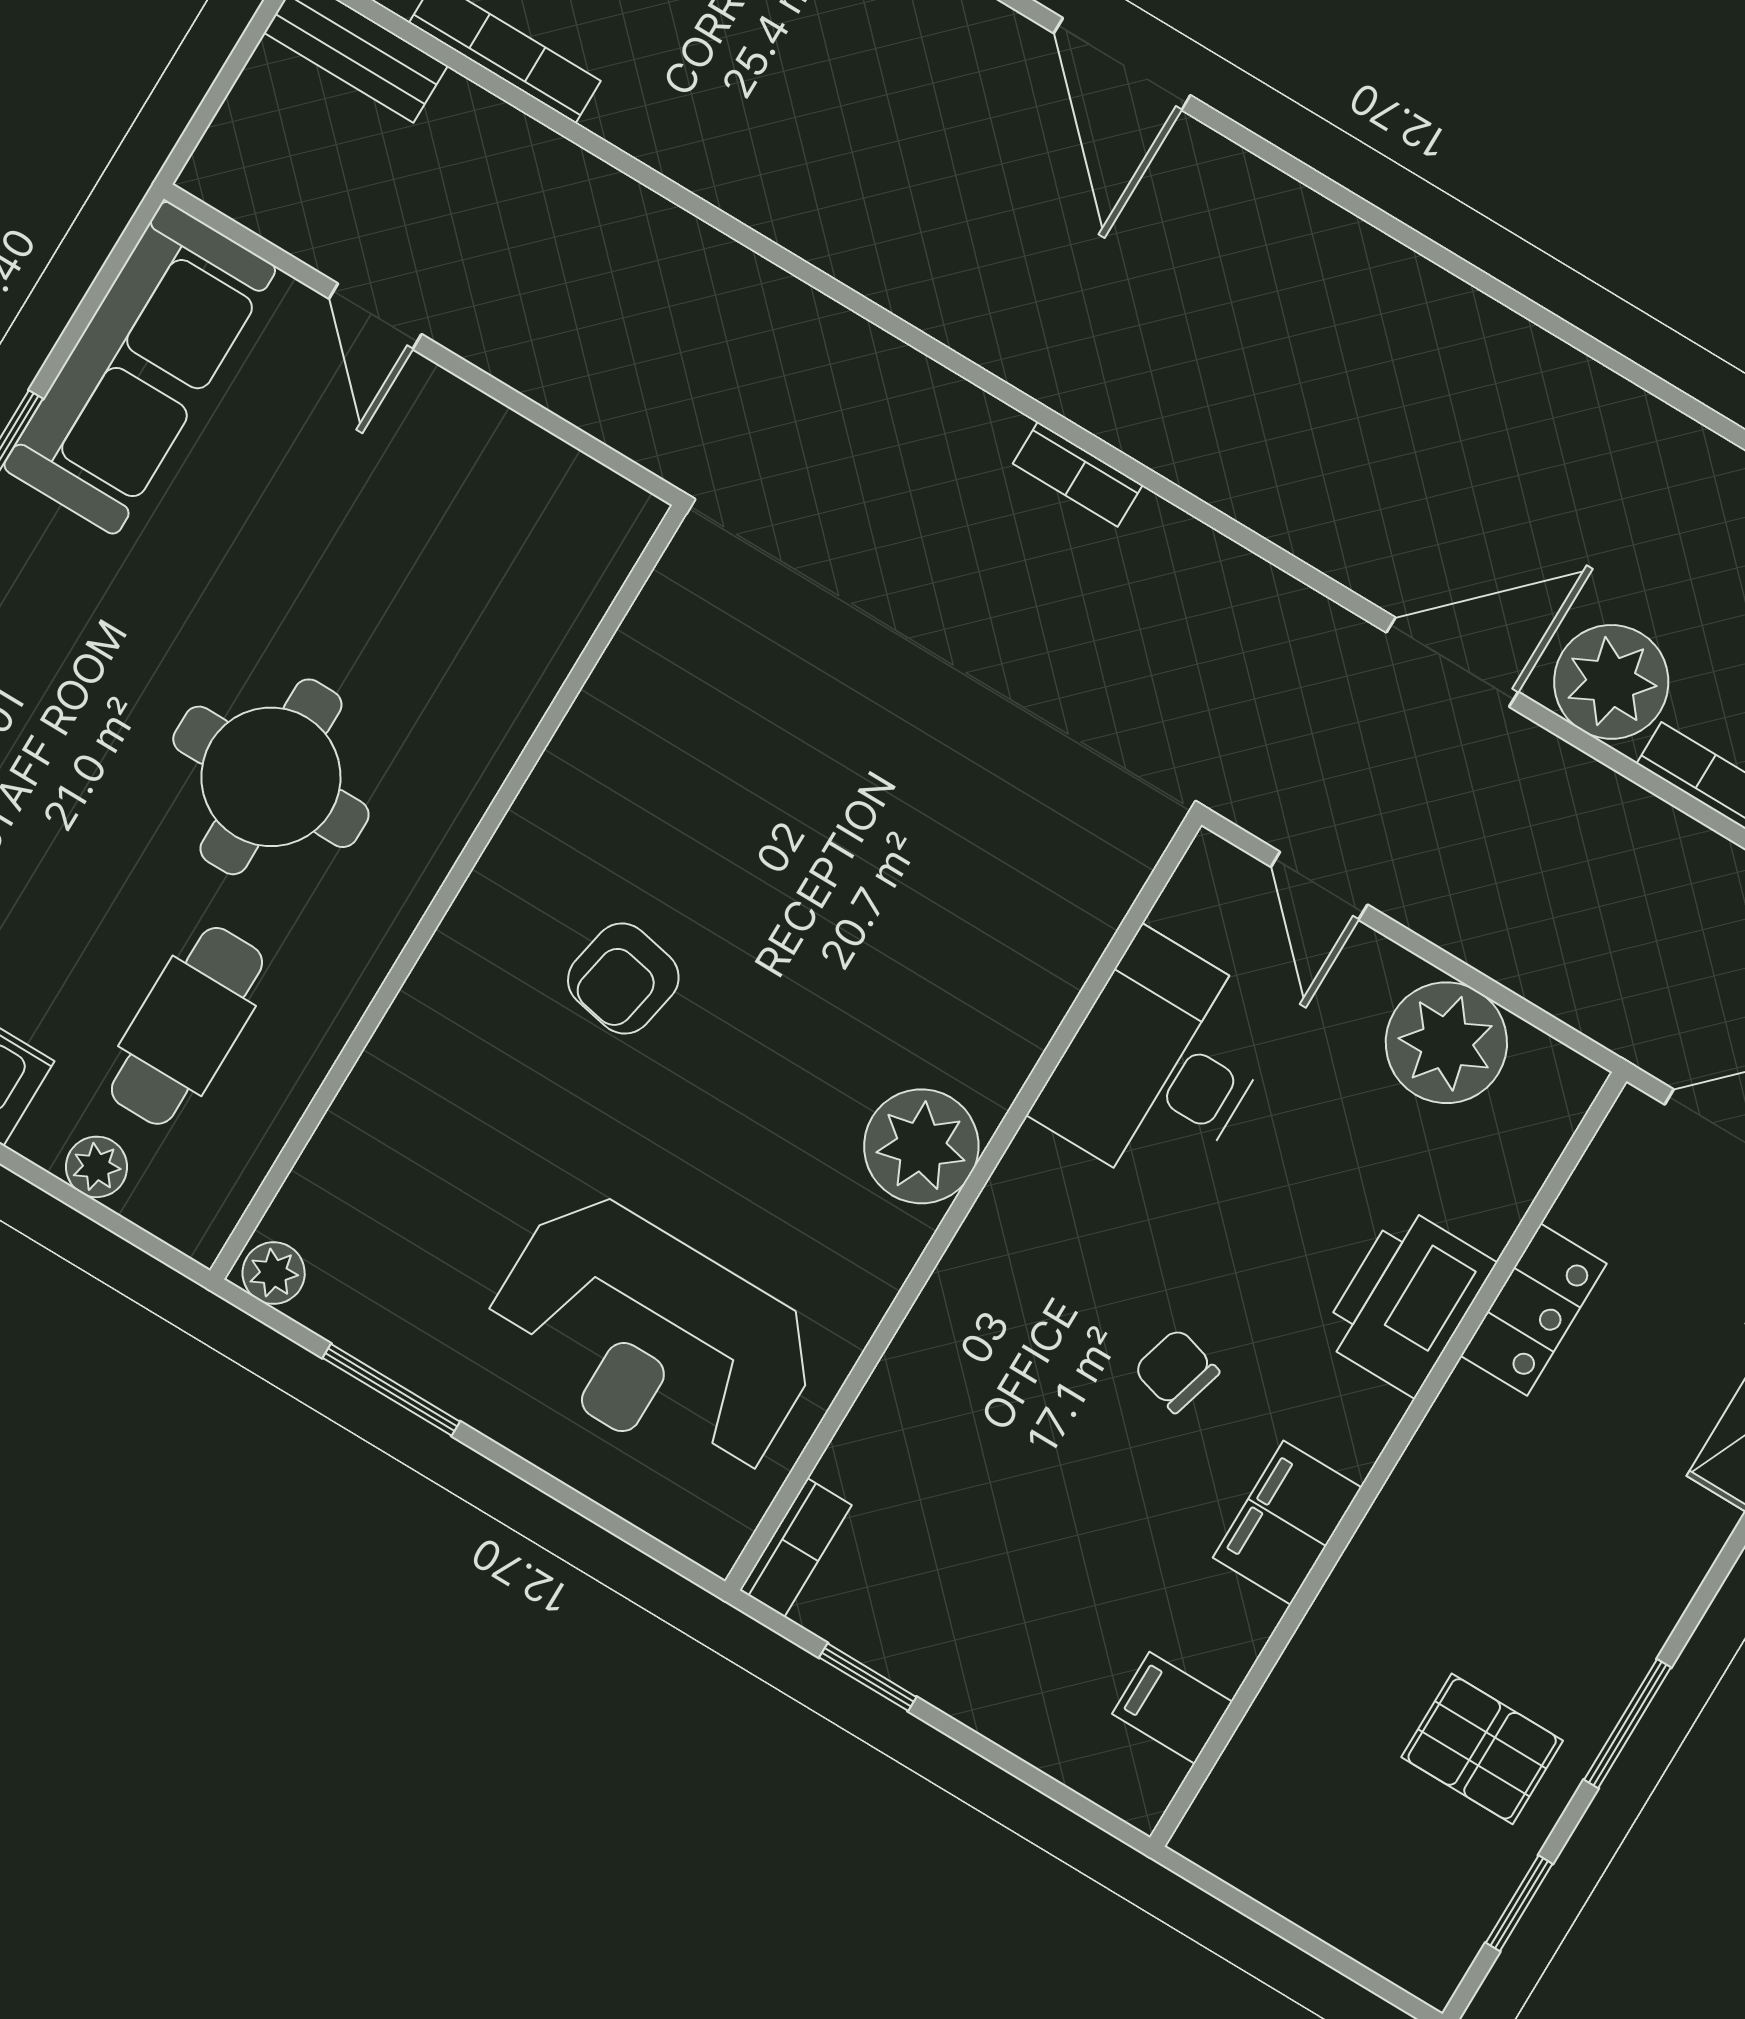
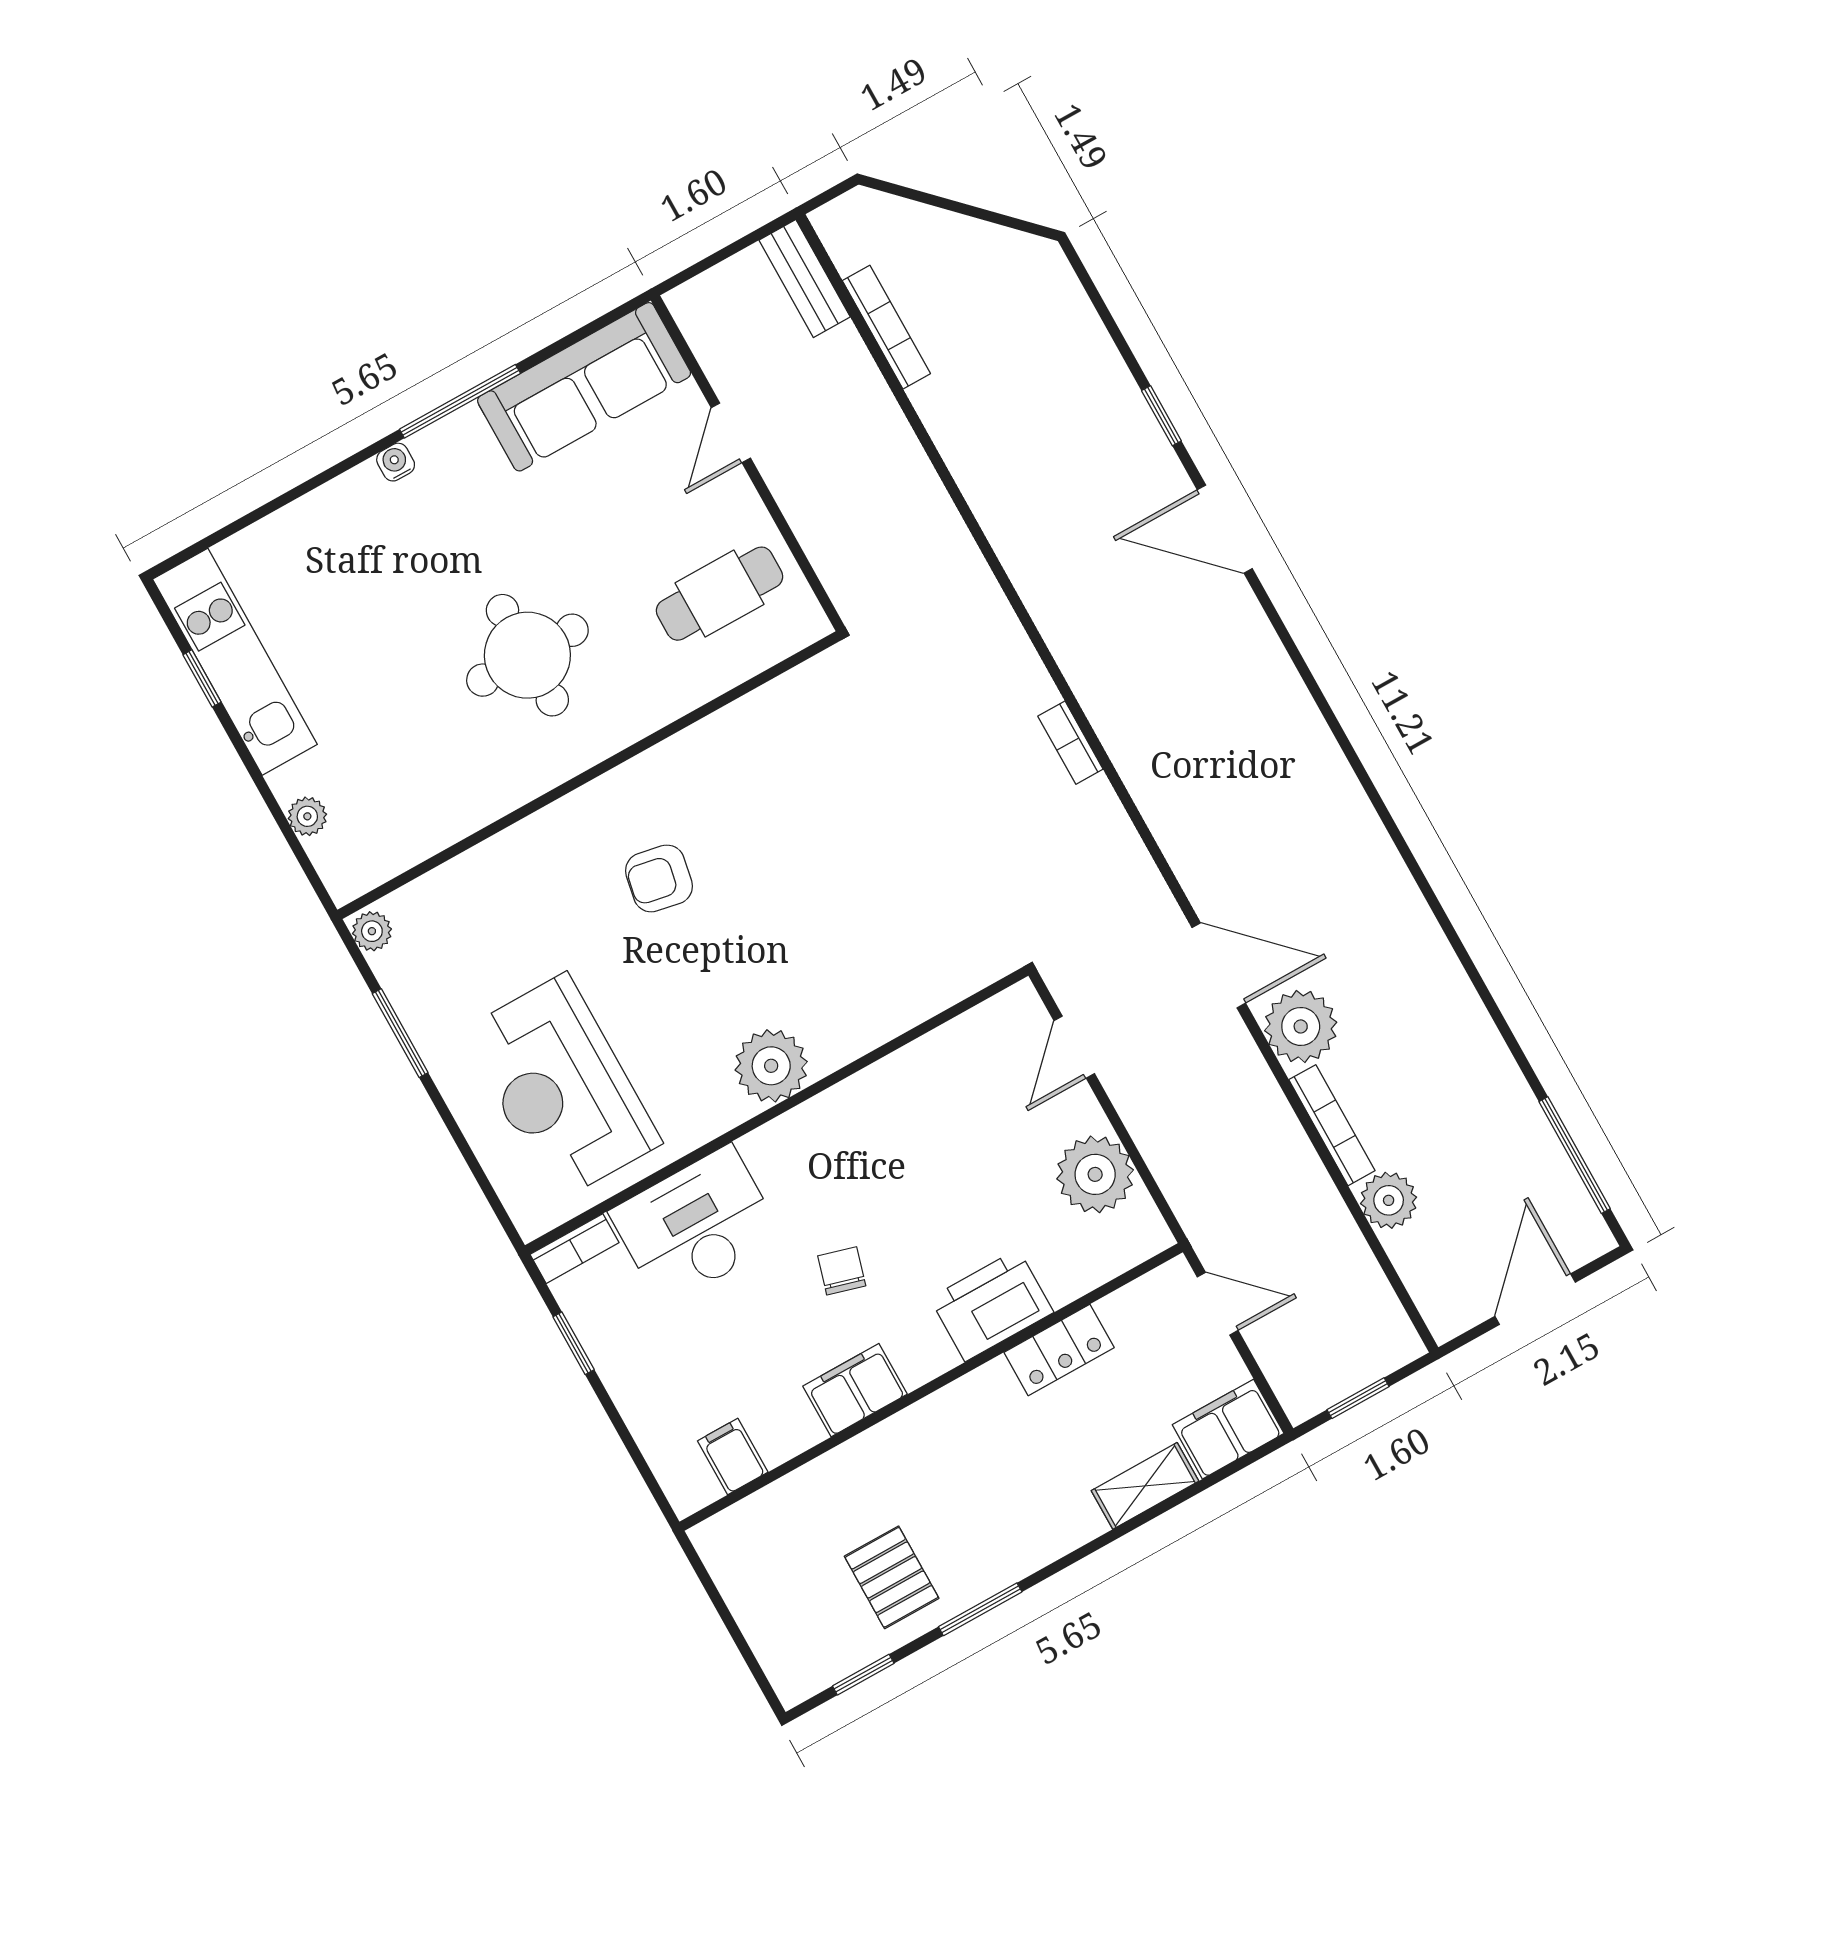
door: (1122, 64) -> (1225, 529), hinge flipped
cafe table: (187, 1026) -> (719, 594), moved
desk: (1159, 1065) -> (697, 1226), moved

